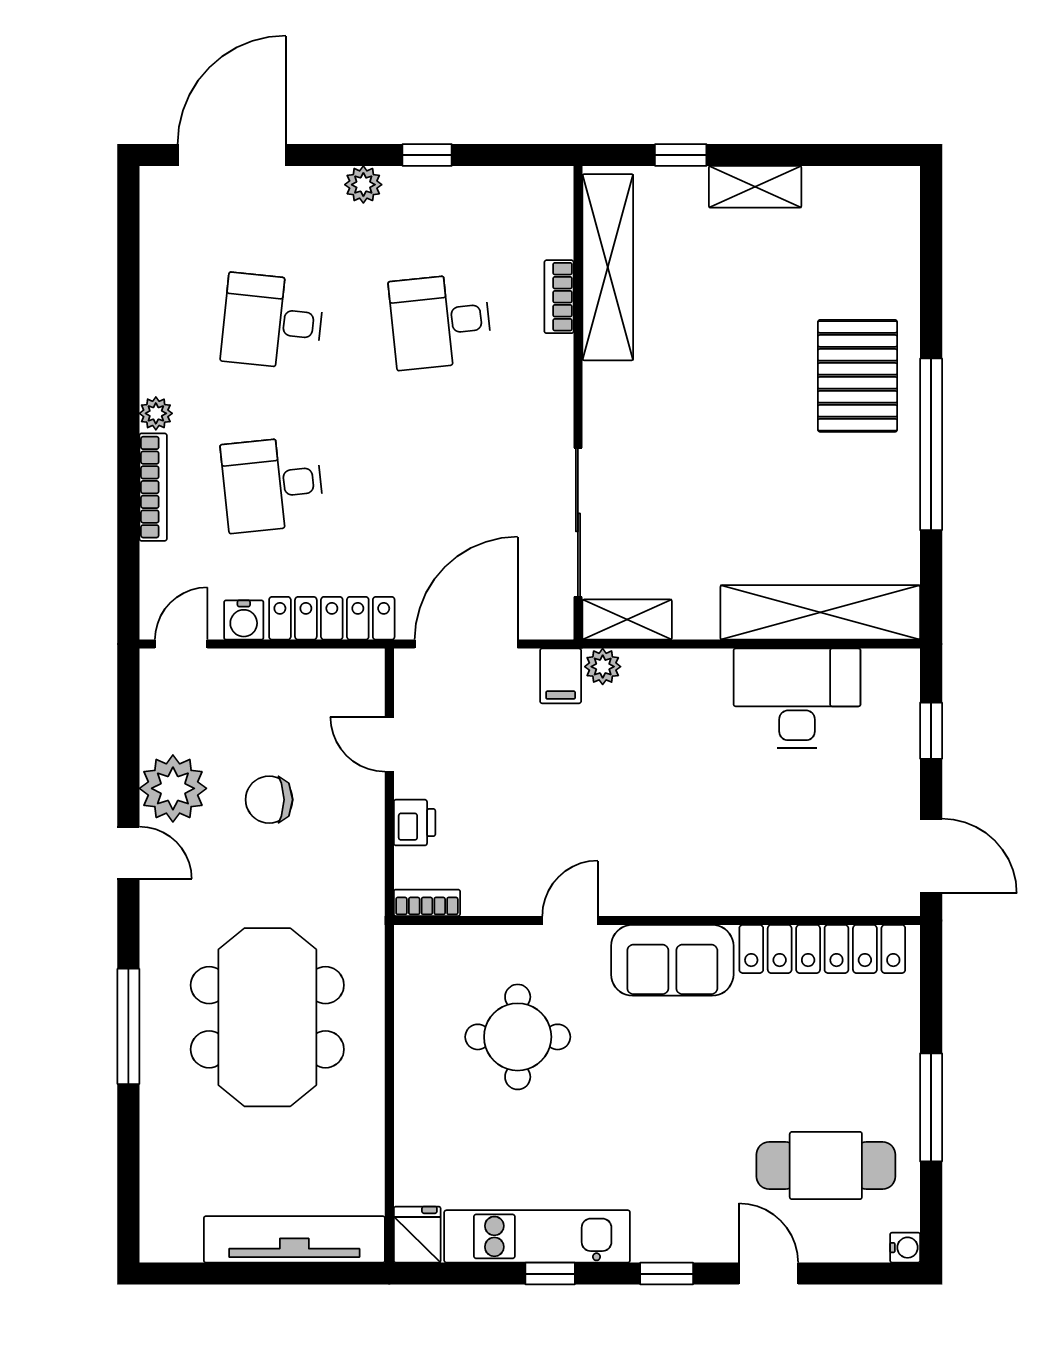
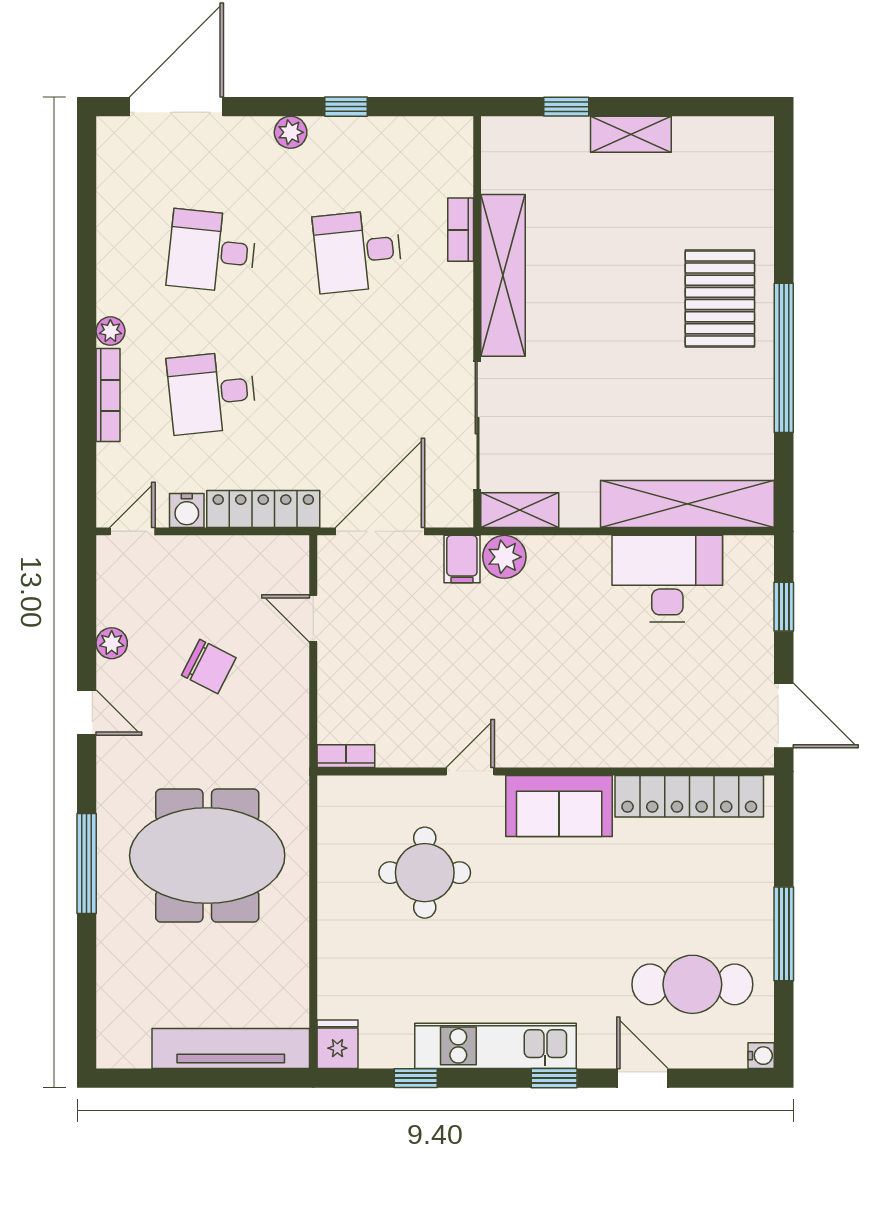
shelving: (608, 267) -> (503, 275), moved
plant: (603, 667) -> (504, 557), width x1.38, depth x1.38
plant: (173, 788) -> (112, 643), width x0.53, depth x0.53
chair: (269, 800) -> (209, 666), turned -153
printer: (415, 823) -> (335, 686), removed
meeting table: (267, 1017) -> (207, 856), turned 90
kitchen unit: (537, 1236) -> (495, 1046), moved
window: (550, 1274) -> (416, 1078), moved

